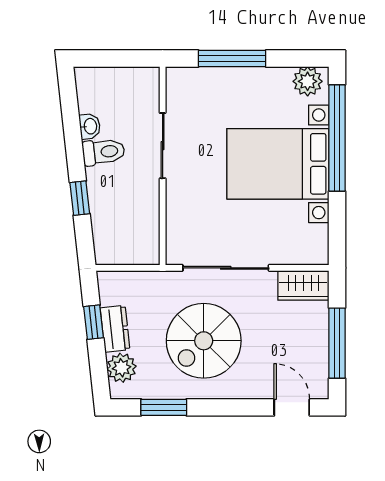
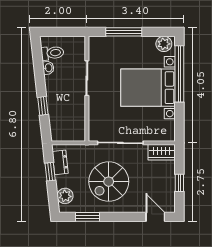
toilet: (104, 152) -> (52, 53), moved
dresser: (115, 329) -> (60, 162), moved
window: (337, 343) -> (179, 183), width x0.46

